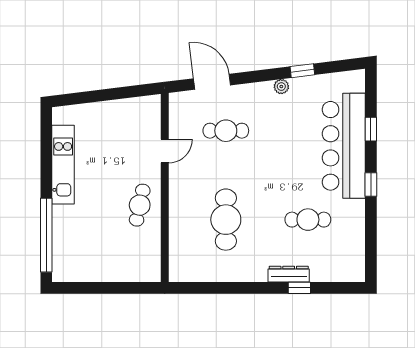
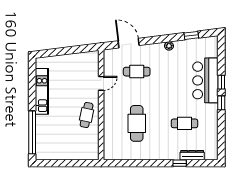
window: (302, 71) -> (191, 35), moved
window: (371, 129) -> (221, 82), moved
bar counter: (344, 146) -> (205, 80), width x0.73
dresser: (289, 274) -> (192, 155), moved

